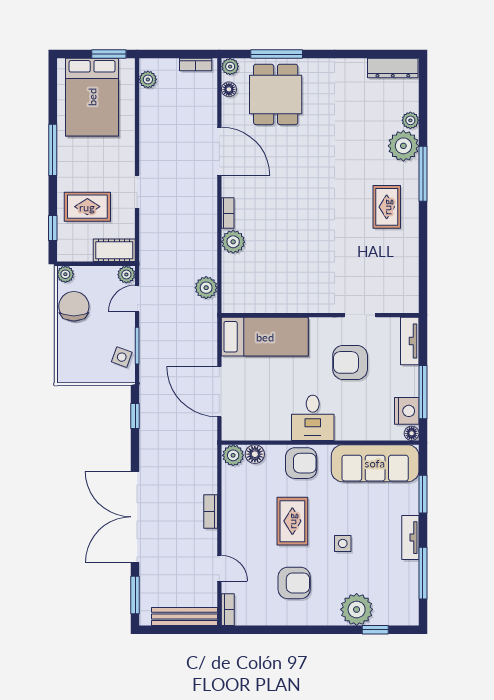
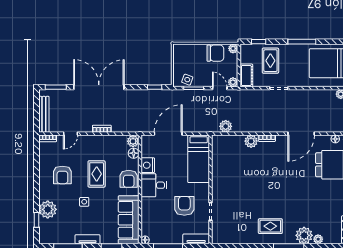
nightstand: (407, 411) -> (148, 165), moved, turned 90
rug: (292, 521) -> (97, 174), turned 90

